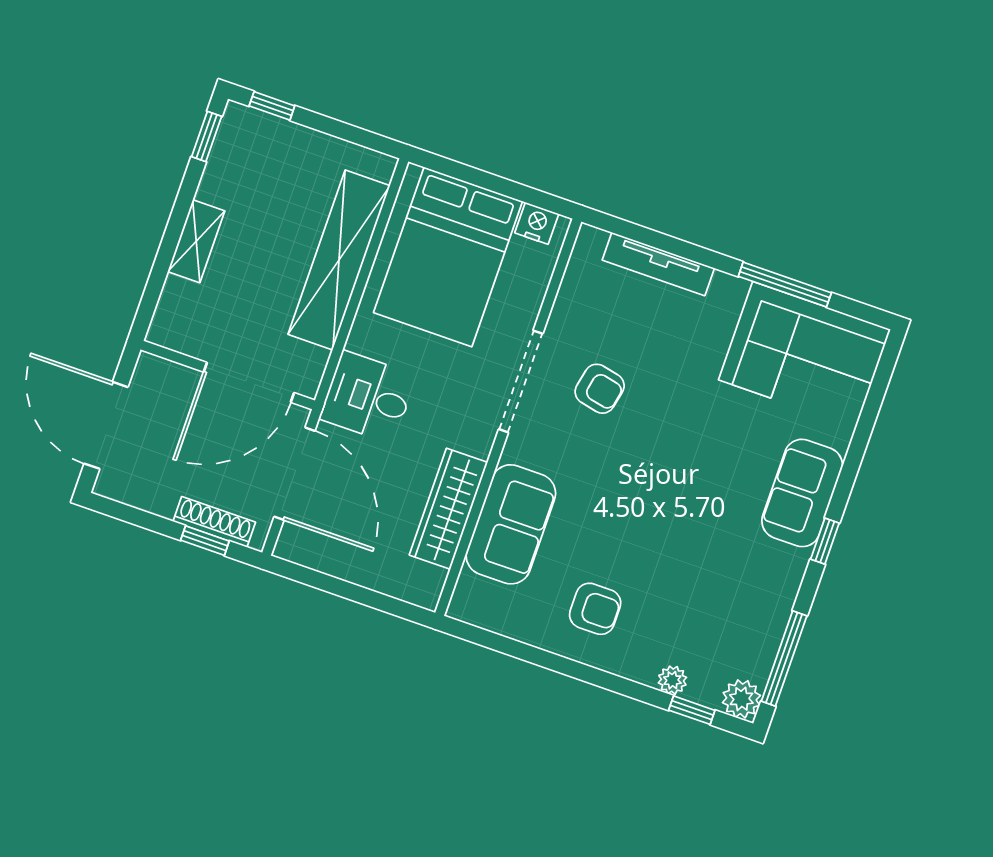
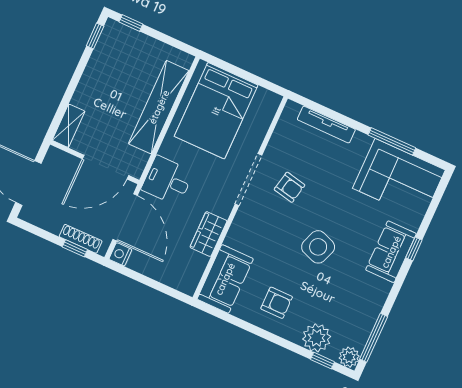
nightstand: (537, 223) -> (120, 254), moved, turned -90
shelving: (196, 241) -> (69, 126), moved
side table: (664, 496) -> (318, 247), added
wardrobe: (448, 509) -> (208, 234), width x0.67
sofa: (511, 524) -> (225, 279), moved
window: (825, 541) -> (414, 249), moved
plant: (672, 680) -> (317, 338), width x1.88, depth x1.88

